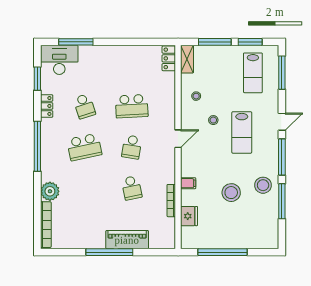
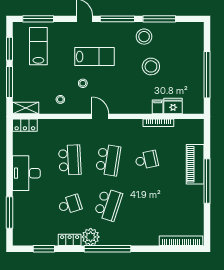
desk: (59, 60) -> (26, 173), moved
lab bench: (253, 73) -> (38, 46), turned -90
school desk: (84, 147) -> (108, 204), turned 30
school desk: (132, 147) -> (108, 160), width x1.85
filing cabinet: (188, 183) -> (158, 107), moved
plant: (50, 191) -> (91, 237), moved

